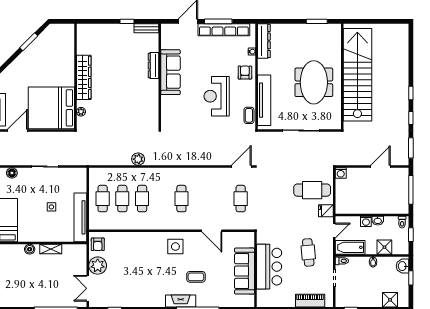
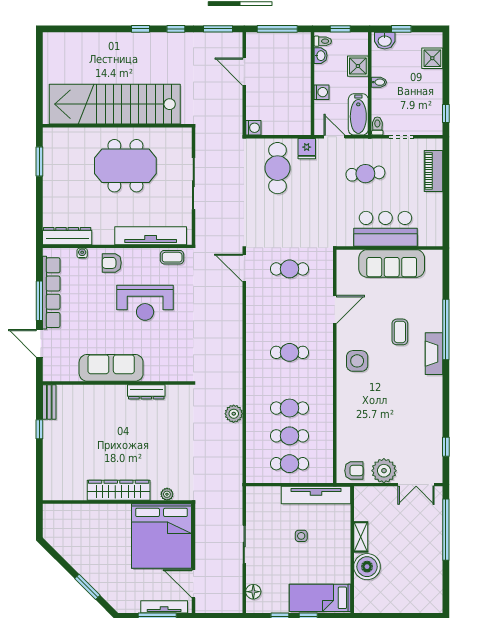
window: (29, 42) -> (87, 587), moved
dresser: (154, 65) -> (146, 392), moved
washbasin: (378, 221) -> (321, 56), moved
boiler: (30, 249) -> (367, 567), width x1.86, depth x1.86

